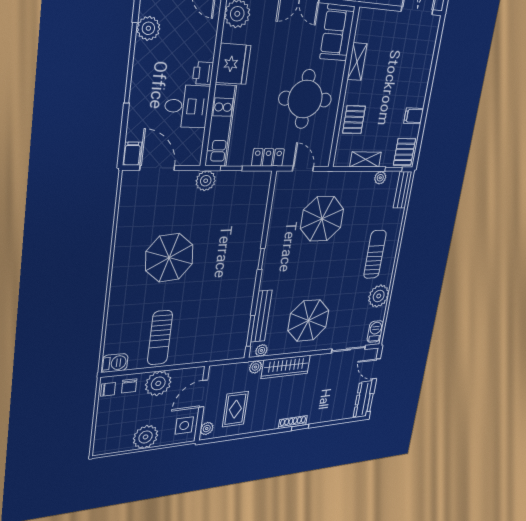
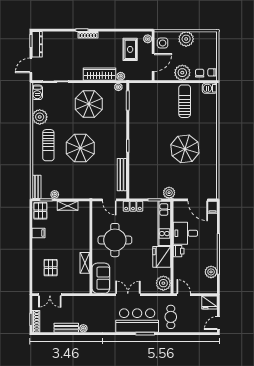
pallet: (354, 120) -> (51, 268), moved
parasol: (322, 219) -> (80, 148), moved
bench: (261, 316) -> (122, 175), moved
door: (376, 369) -> (31, 65), swing flipped

